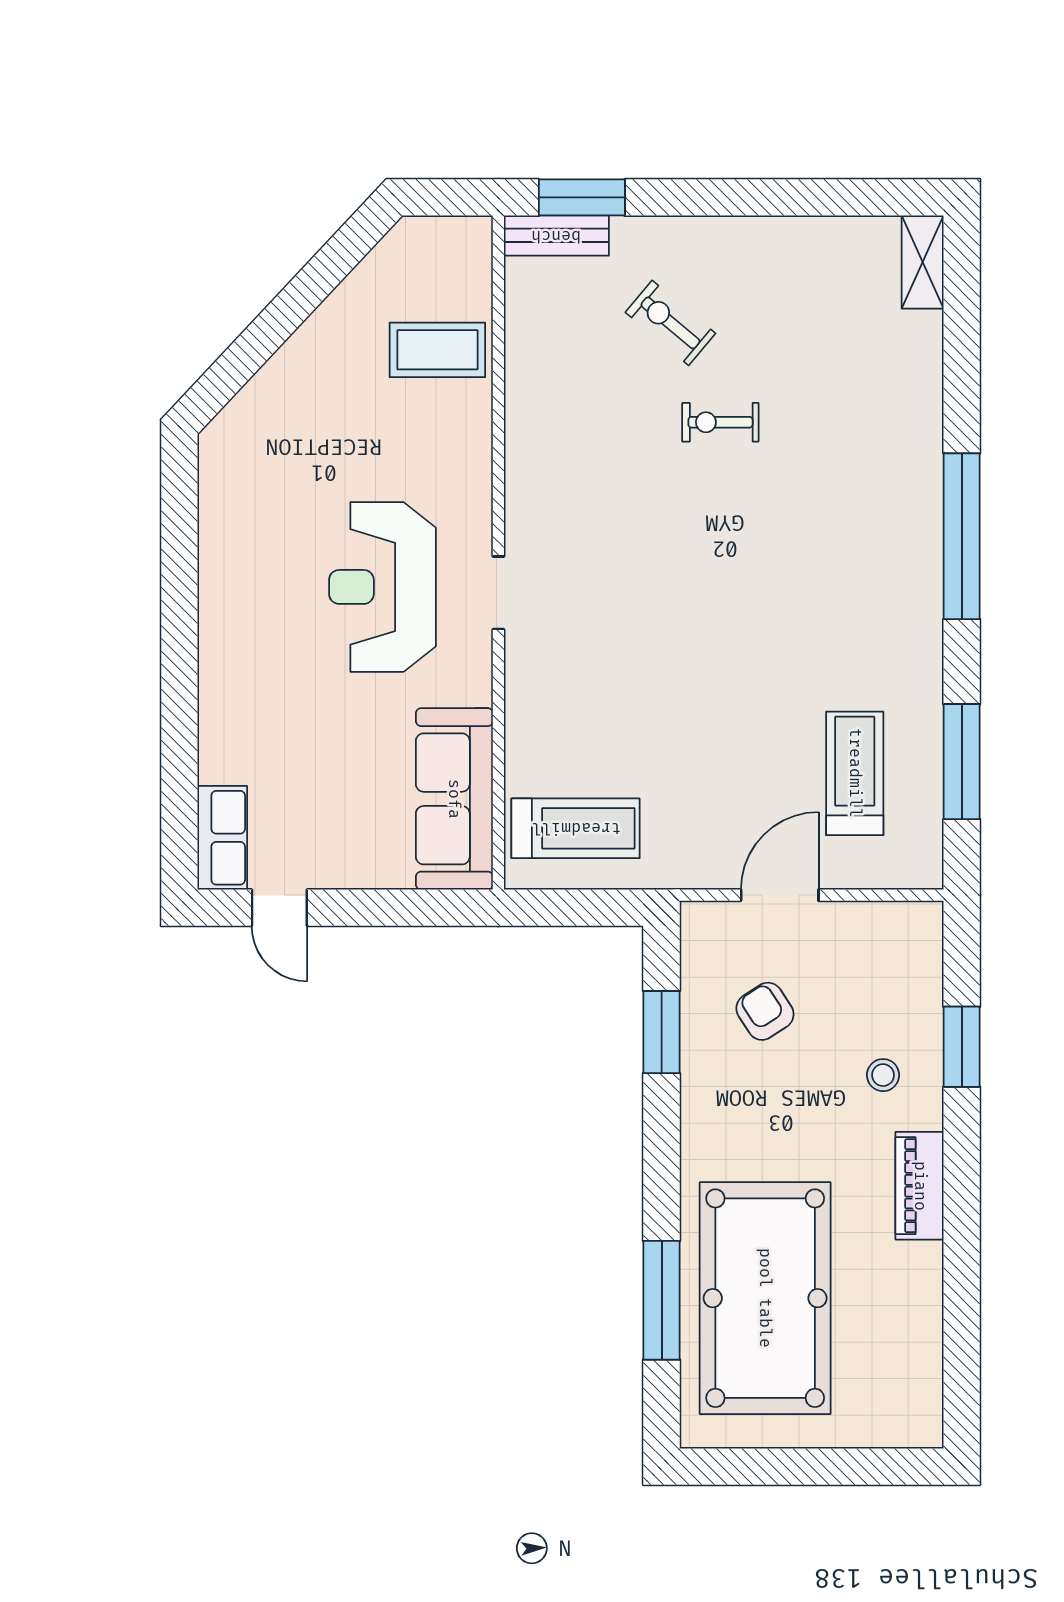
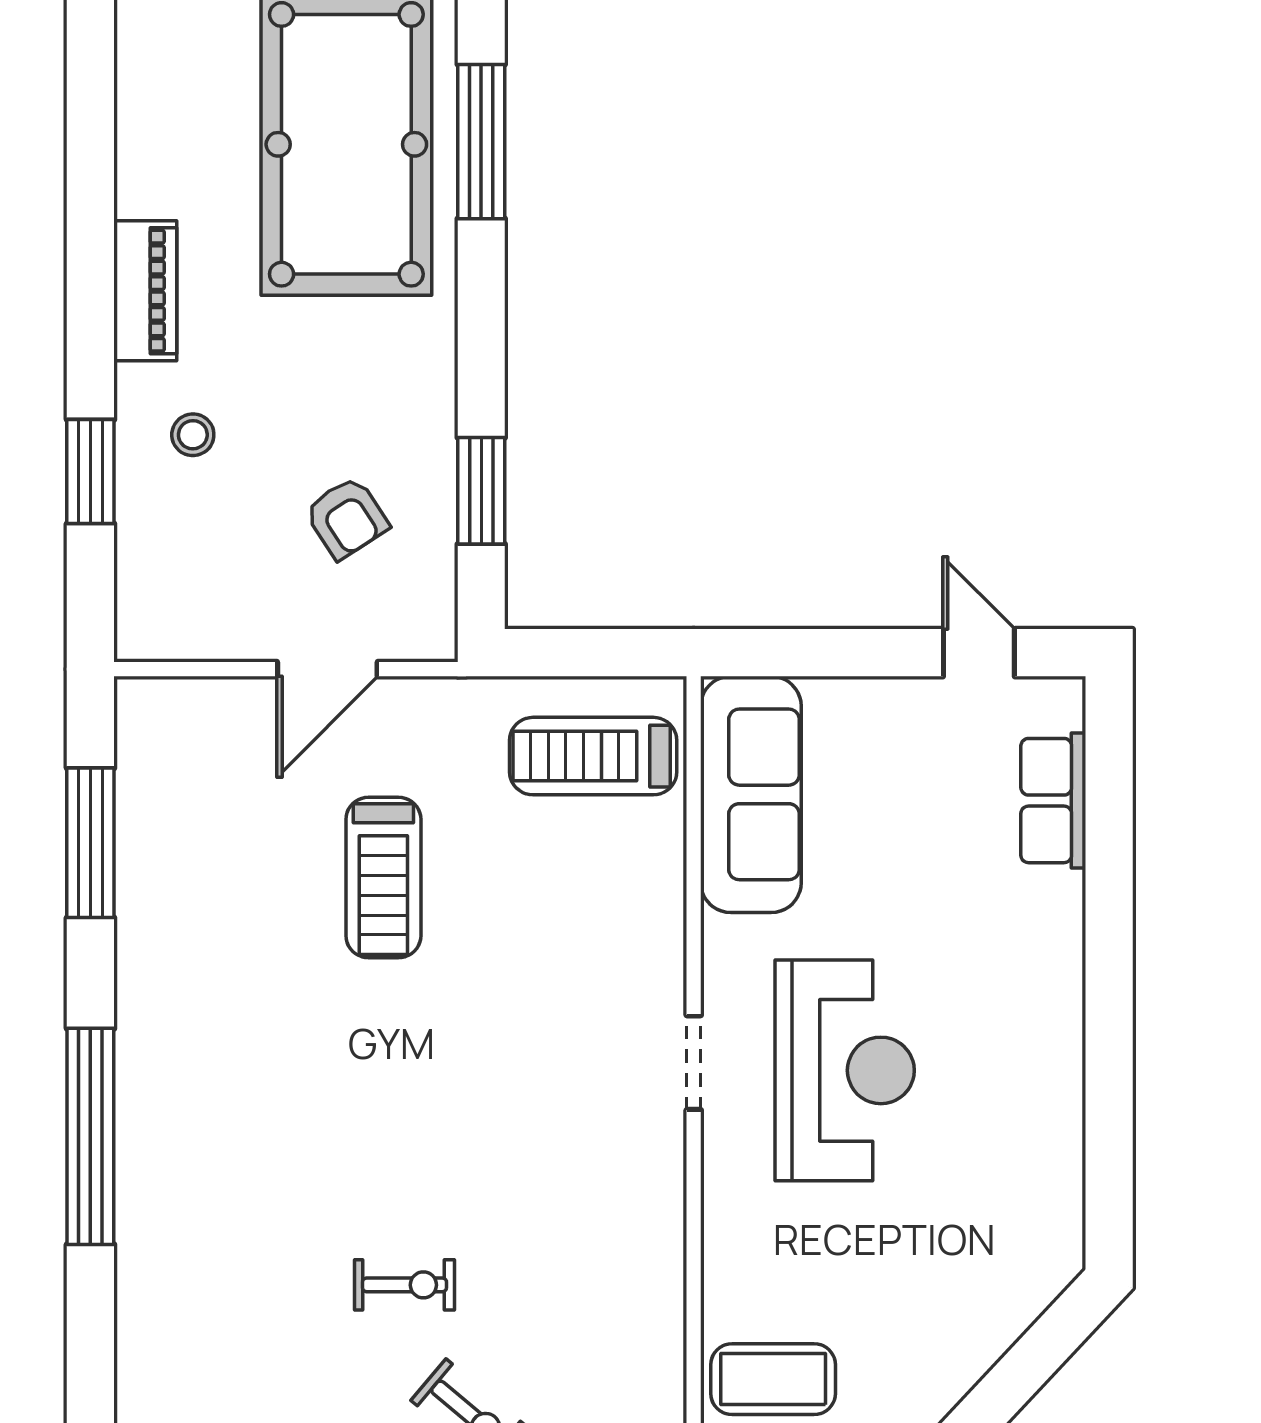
treadmill: (855, 773) -> (383, 878), moved
row of seats: (222, 838) -> (1053, 801), moved

